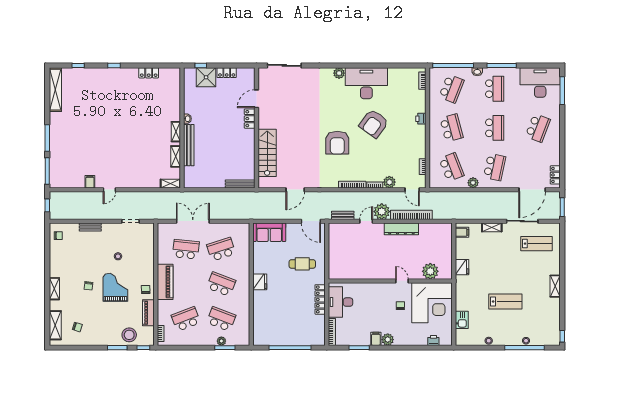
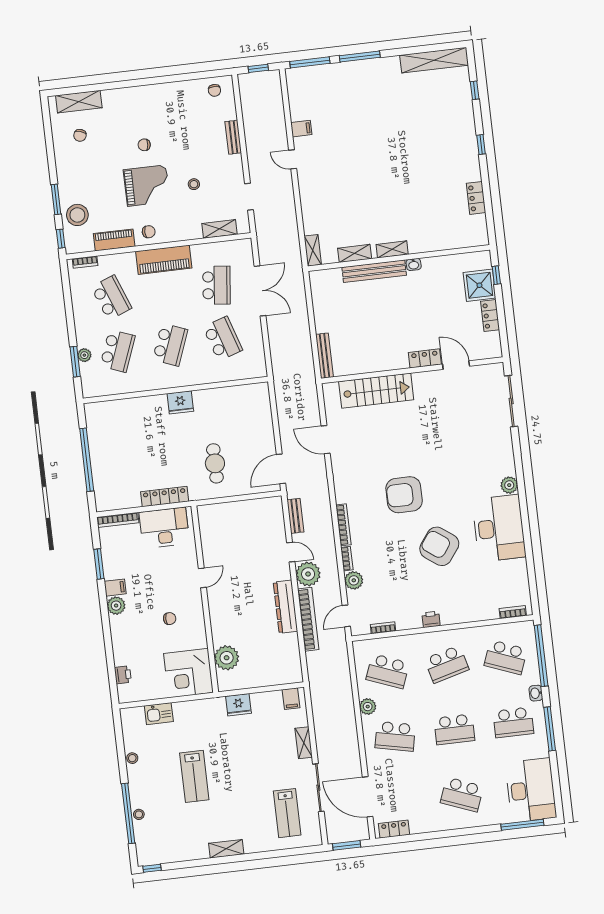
printer: (421, 119) -> (431, 619), moved
school desk: (451, 167) -> (388, 671), turned 42
sofa: (269, 232) -> (257, 408), removed
door: (402, 281) -> (202, 578), moved
shelving: (54, 289) -> (220, 229), moved
corner desk: (432, 303) -> (188, 673), width x0.74, depth x0.74

